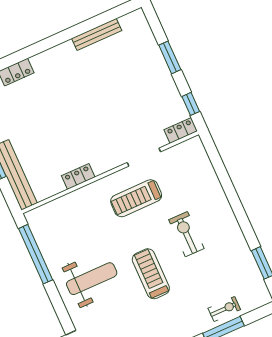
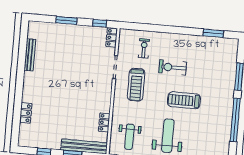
locker: (78, 176) -> (104, 123), moved
weight bench: (62, 228) -> (129, 137), added
exercise bike: (224, 309) -> (144, 48), moved

